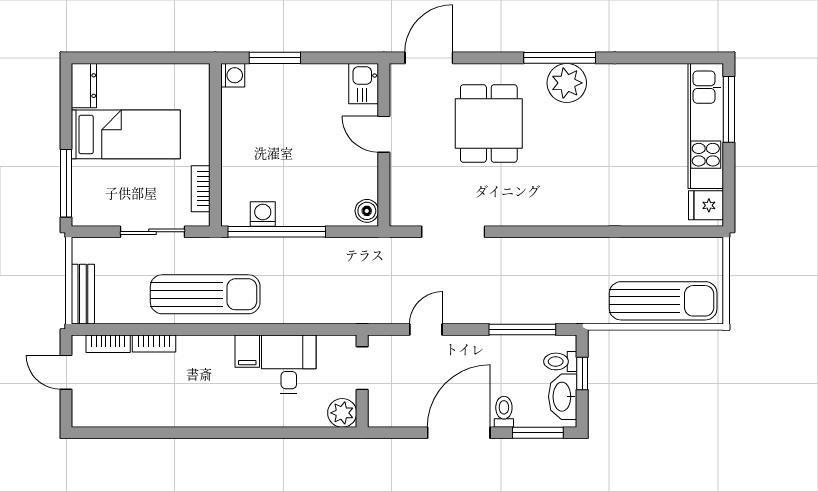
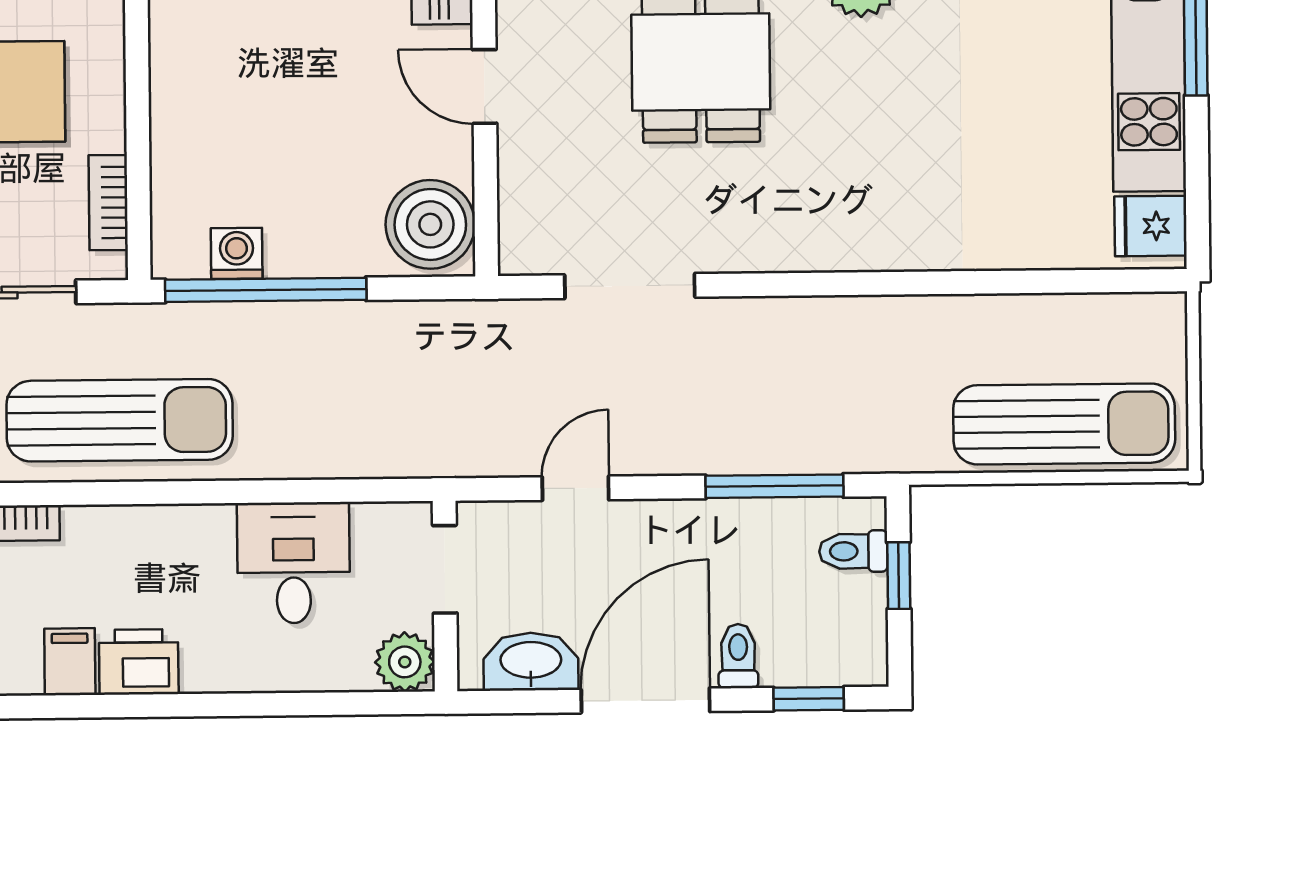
boiler: (367, 211) -> (430, 224), width x1.86, depth x1.86
filing cabinet: (247, 351) -> (70, 662), moved, turned 180
washbasin: (563, 397) -> (531, 662), moved, turned 90
printer: (213, 412) -> (139, 662), added
window: (538, 433) -> (809, 699), width x0.67

